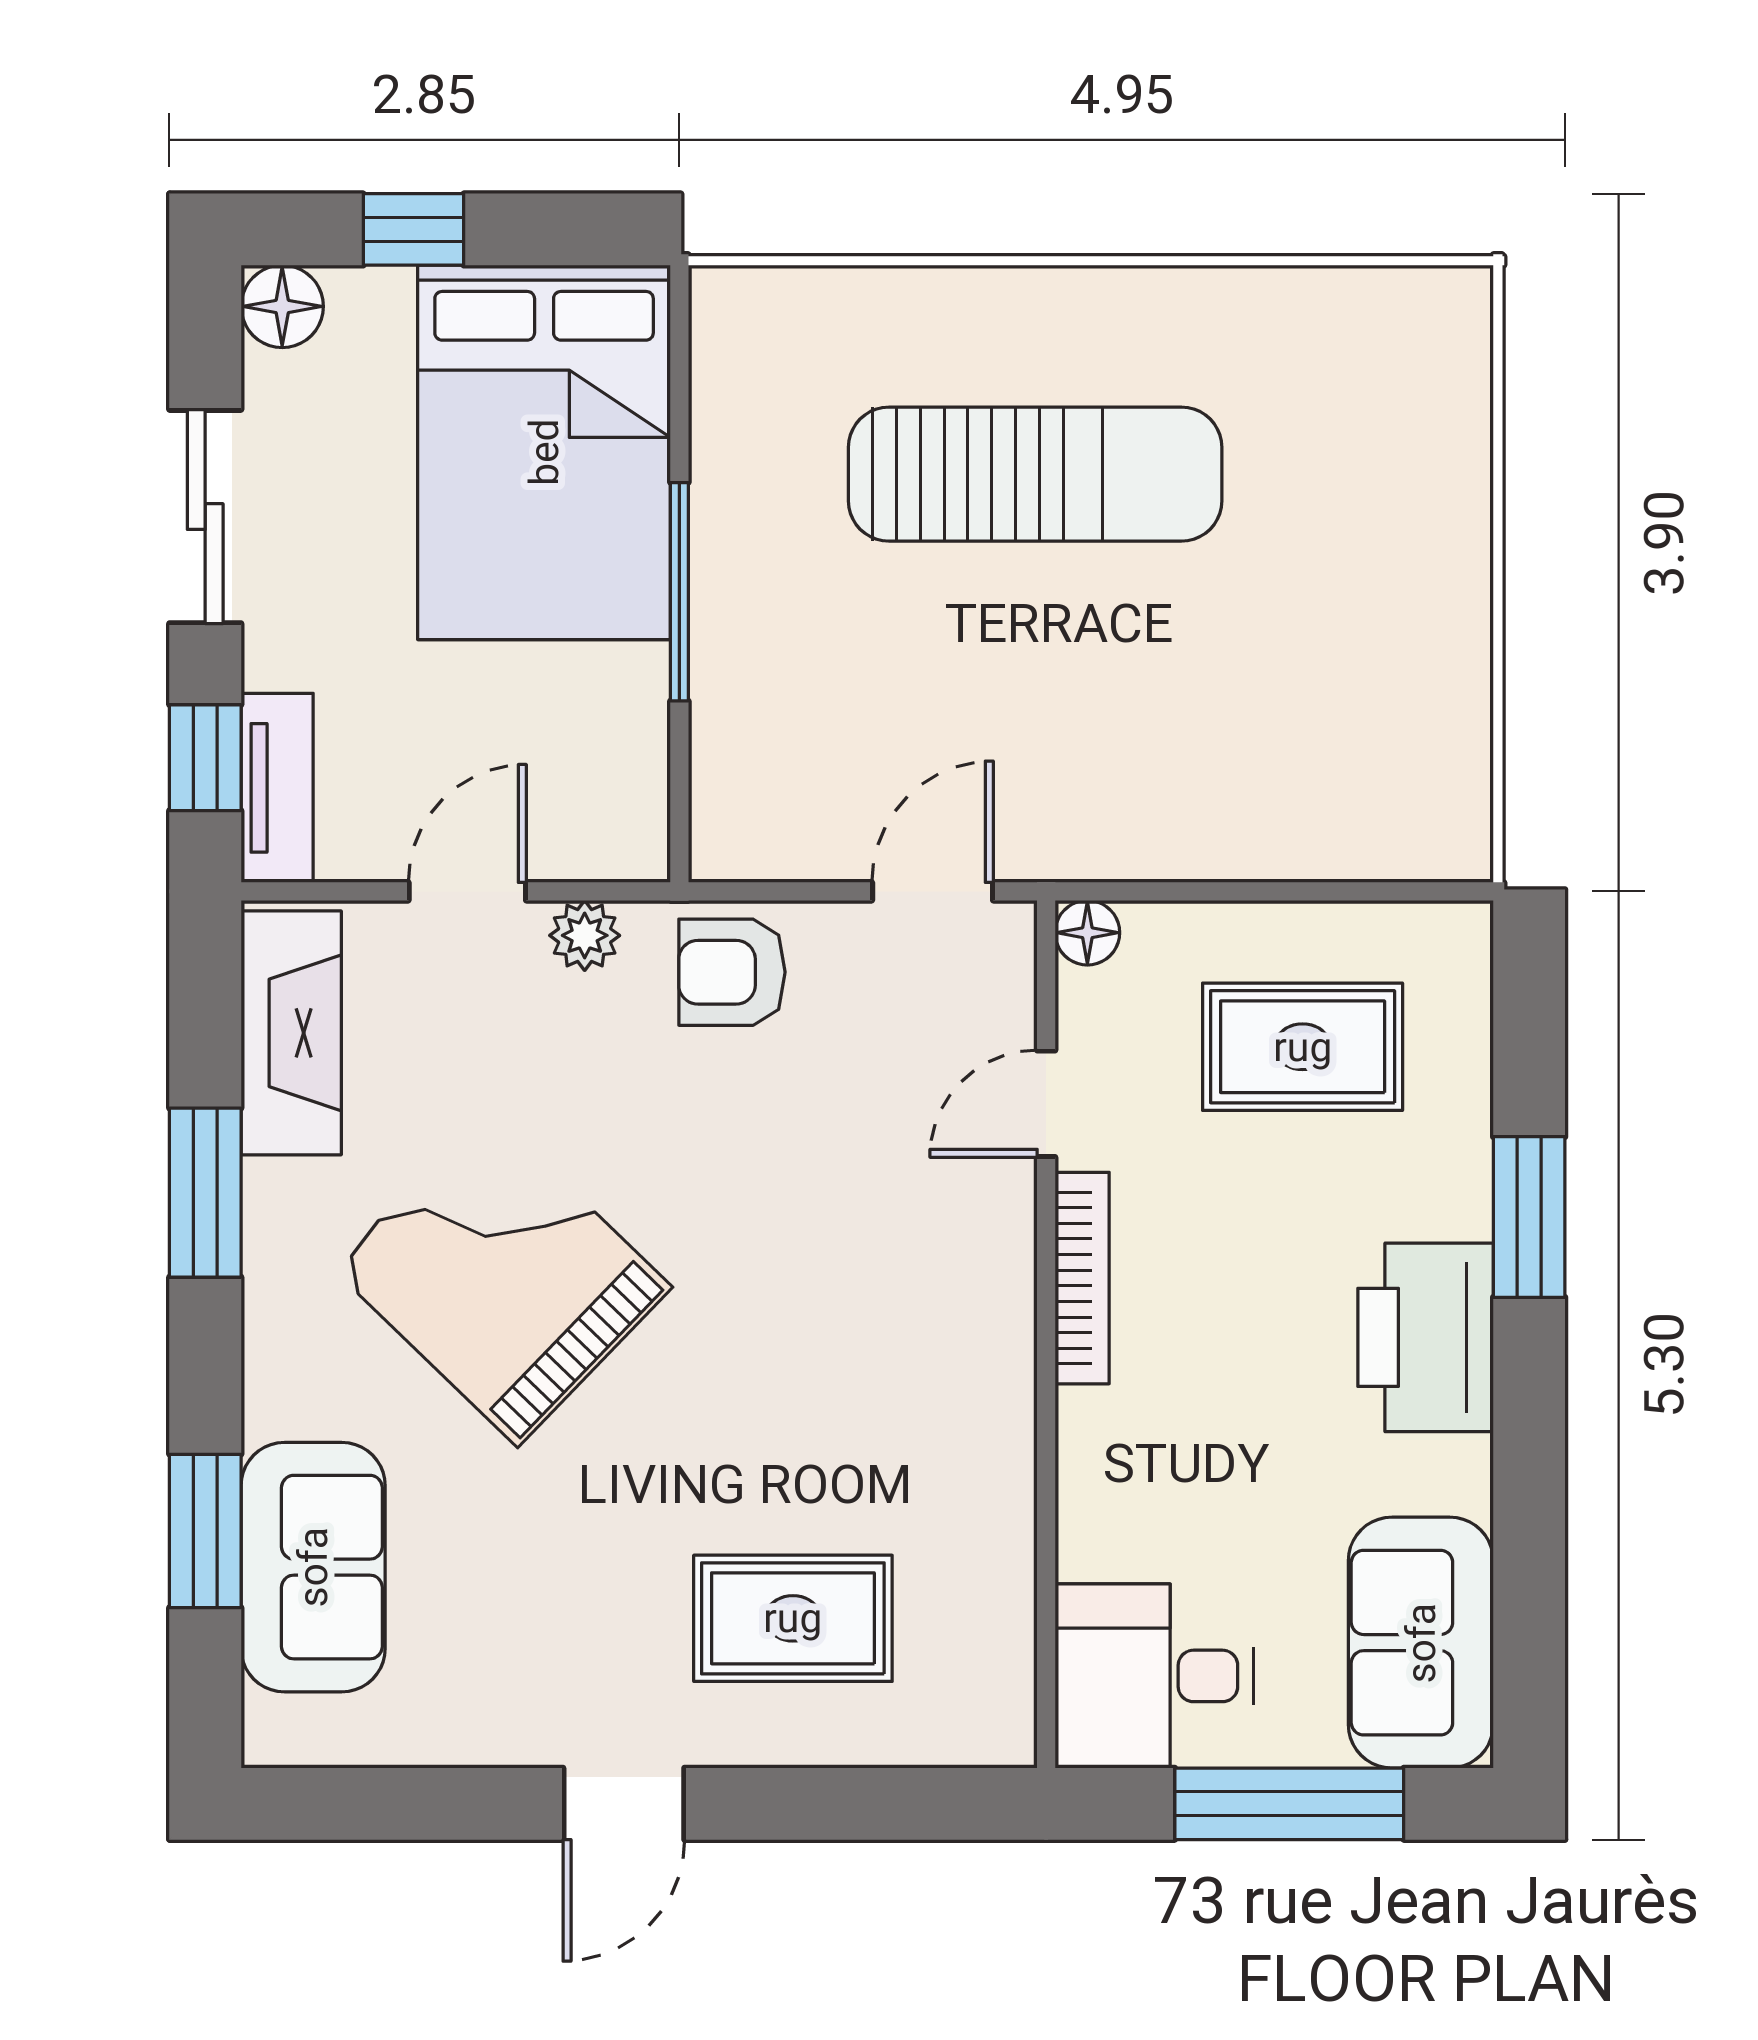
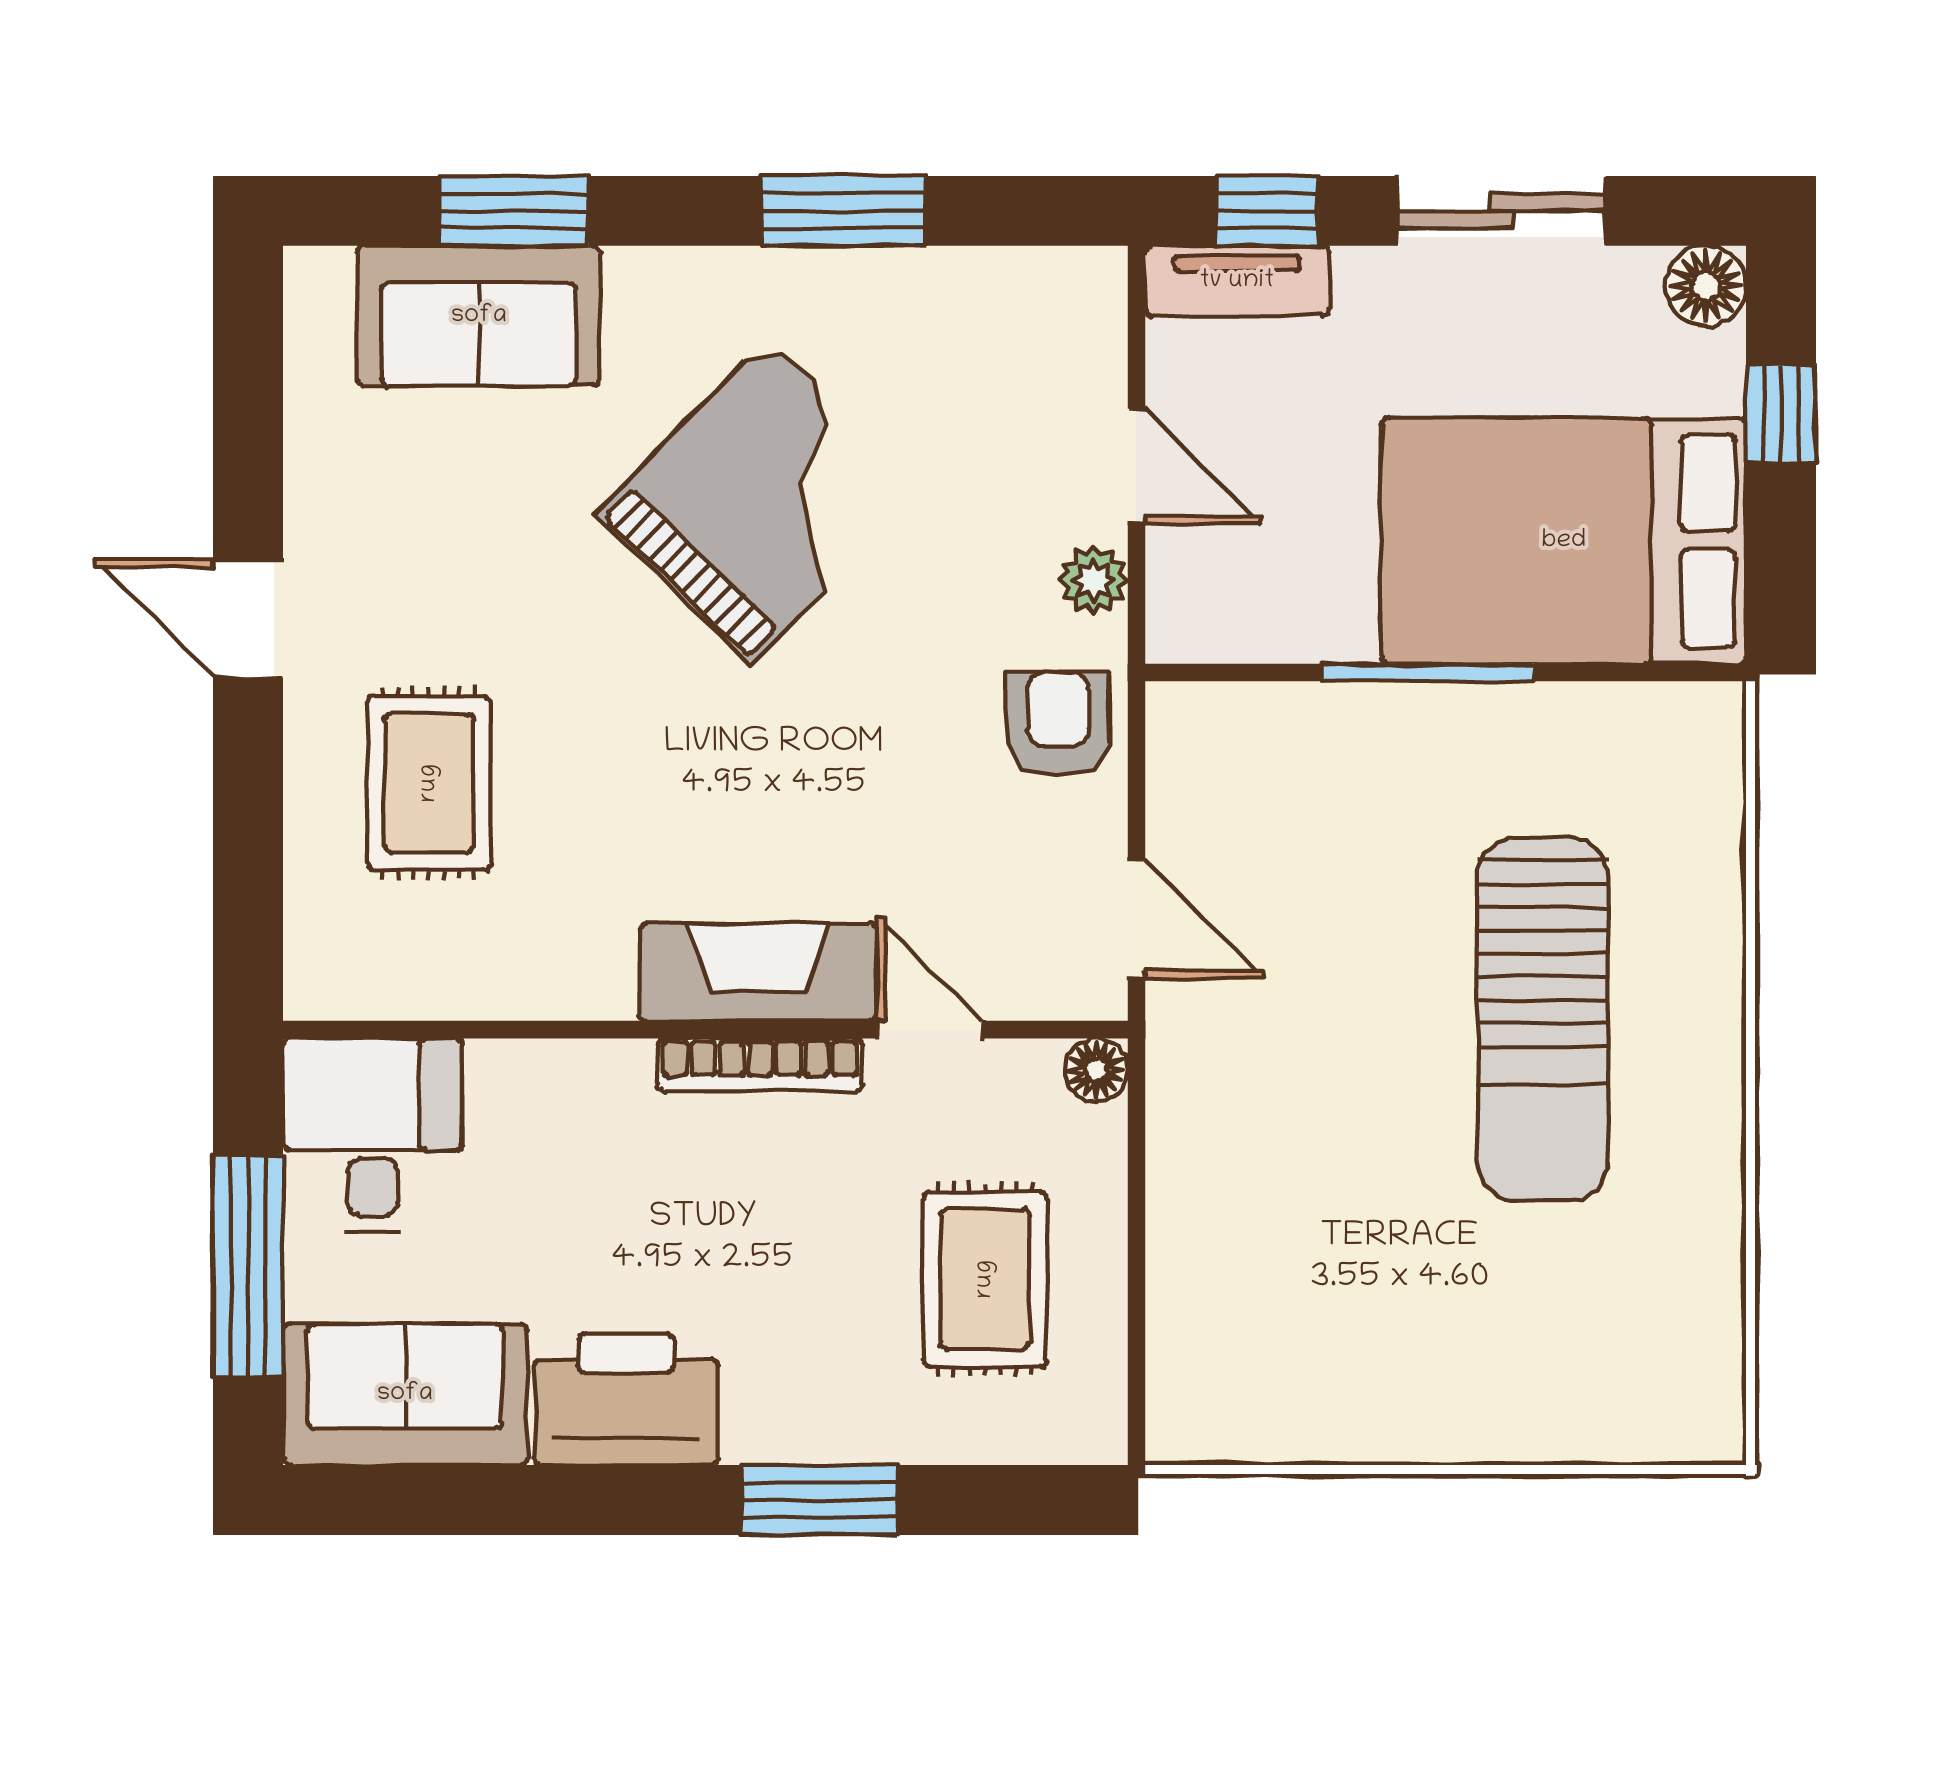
fireplace: (291, 1033) -> (758, 972), moved, turned 180
printer: (1426, 1337) -> (626, 1399), moved

